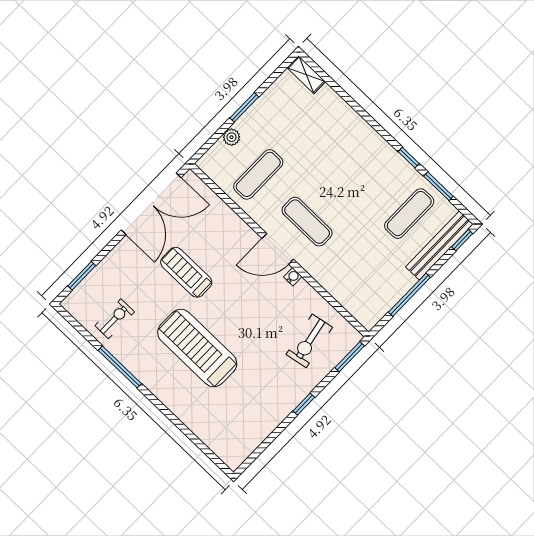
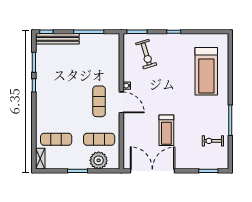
plant: (231, 137) -> (99, 160), width x1.87, depth x1.87
exercise mat: (409, 214) -> (56, 139), moved
exercise bike: (309, 341) -> (146, 54), turned 84
treadmill: (197, 348) -> (206, 71), moved

